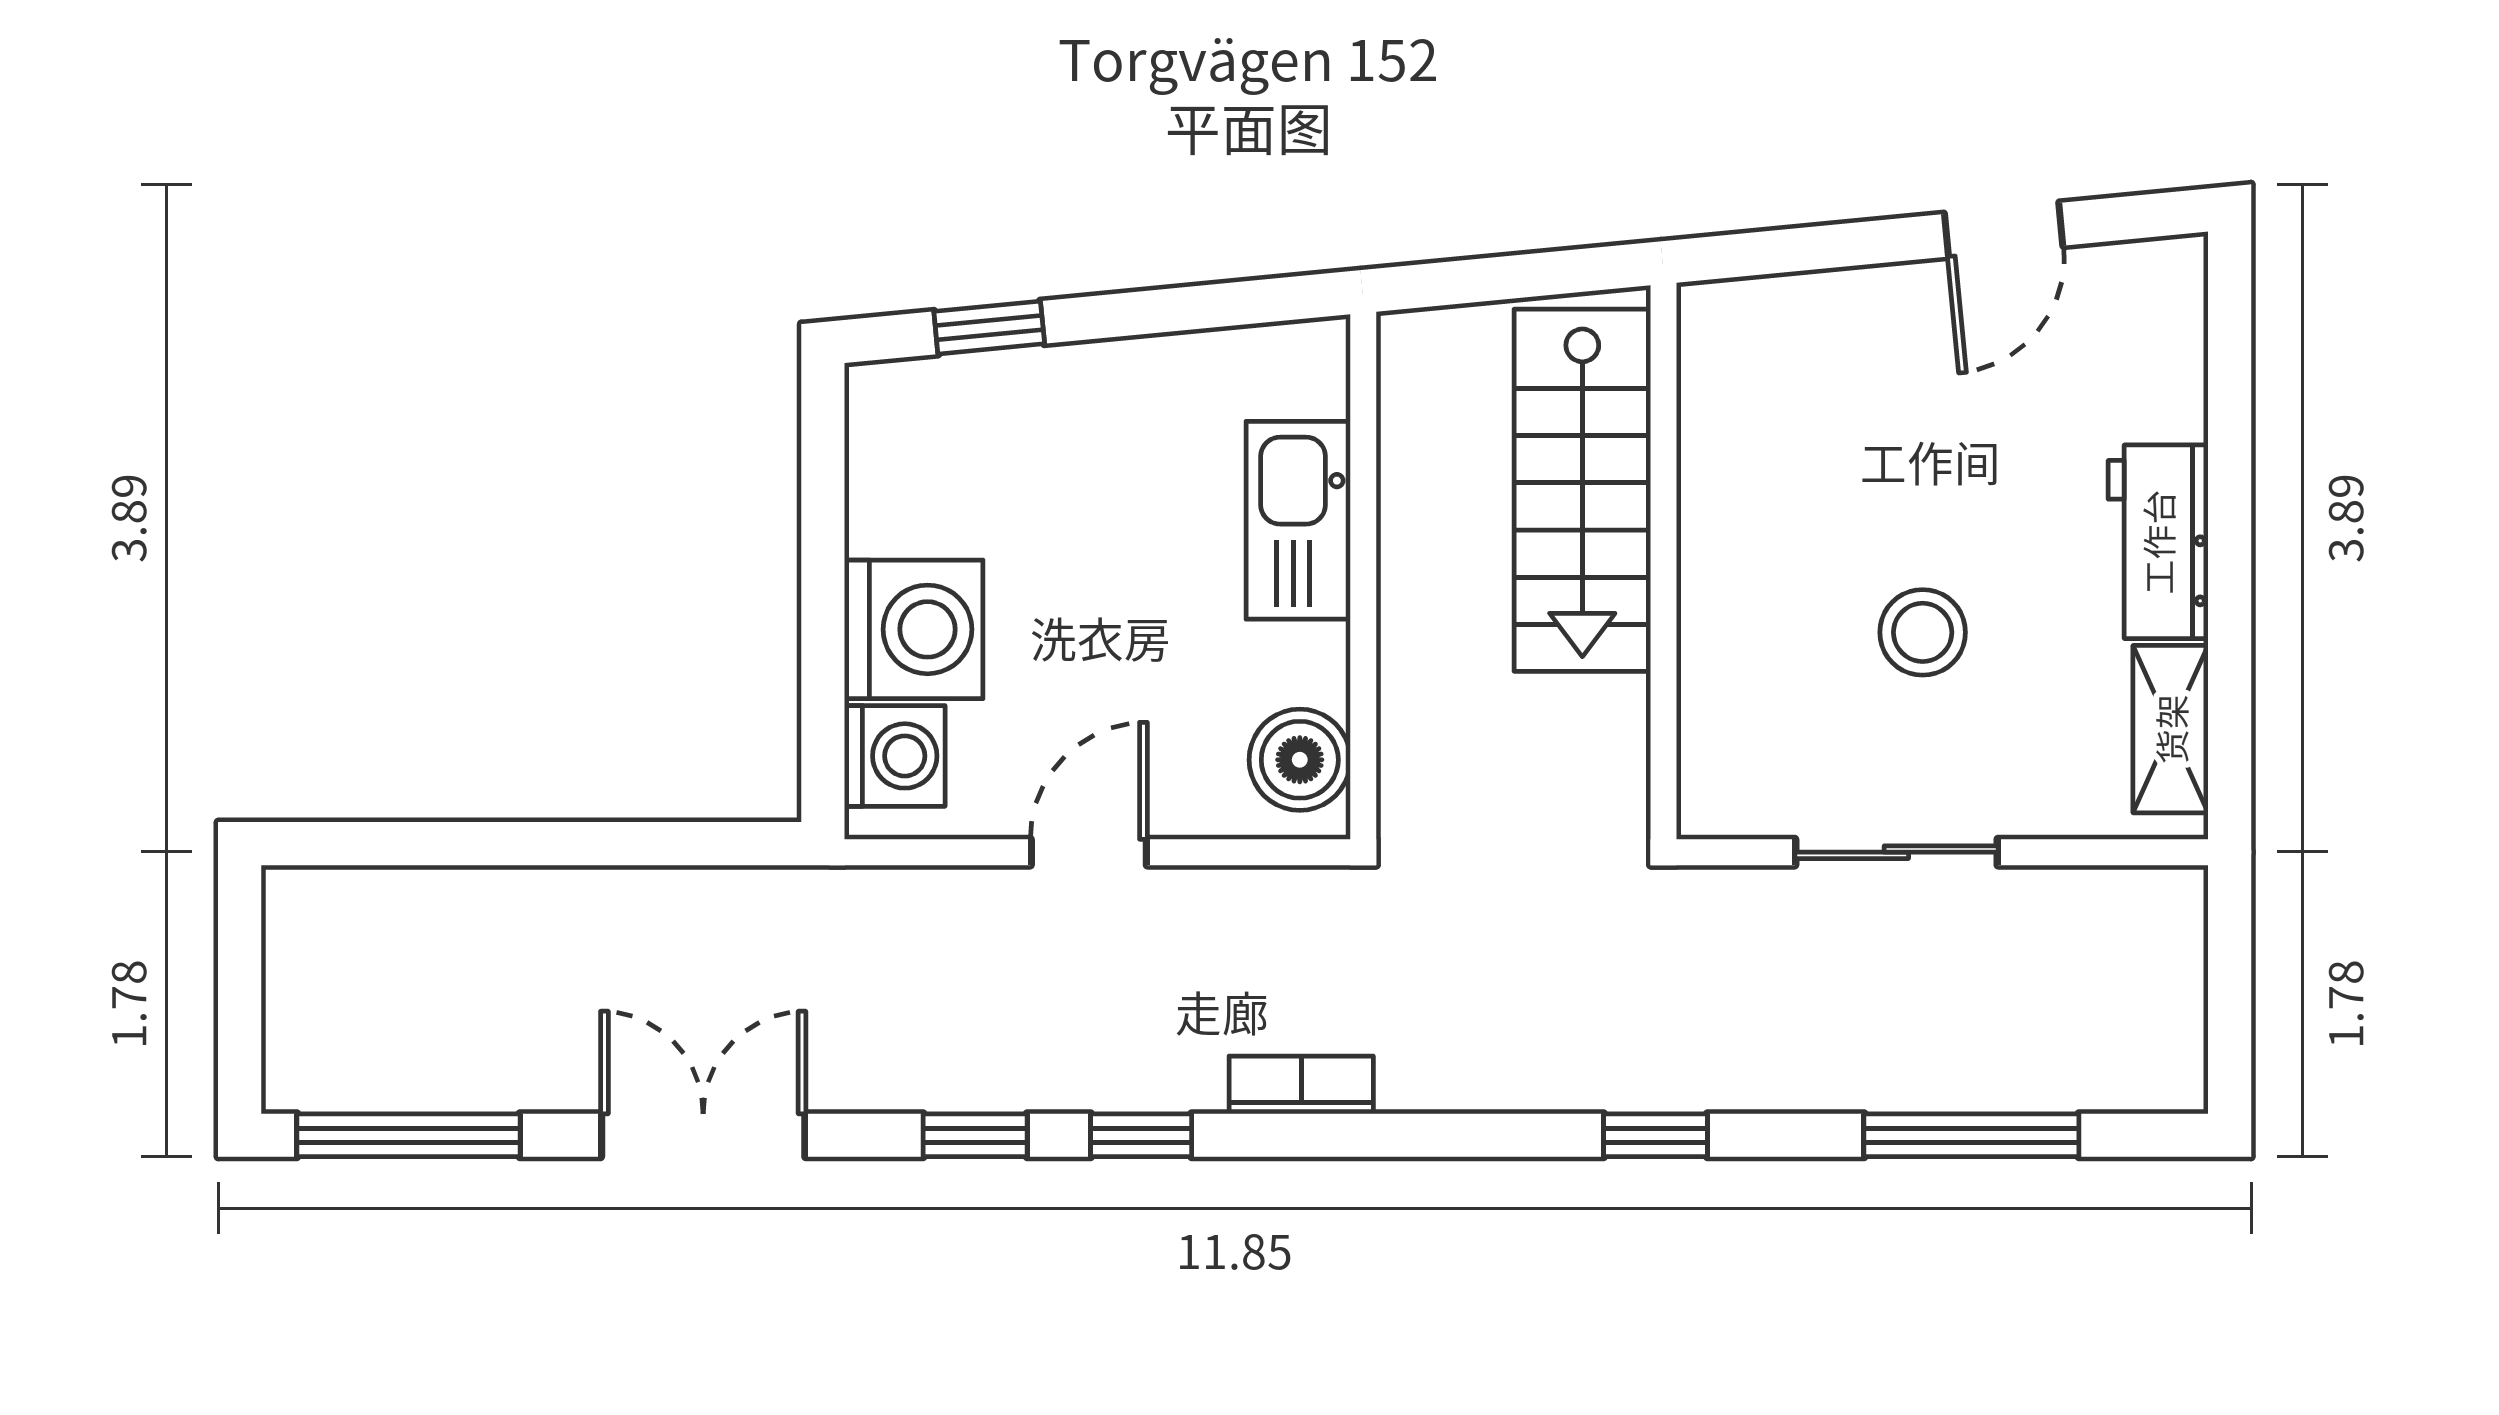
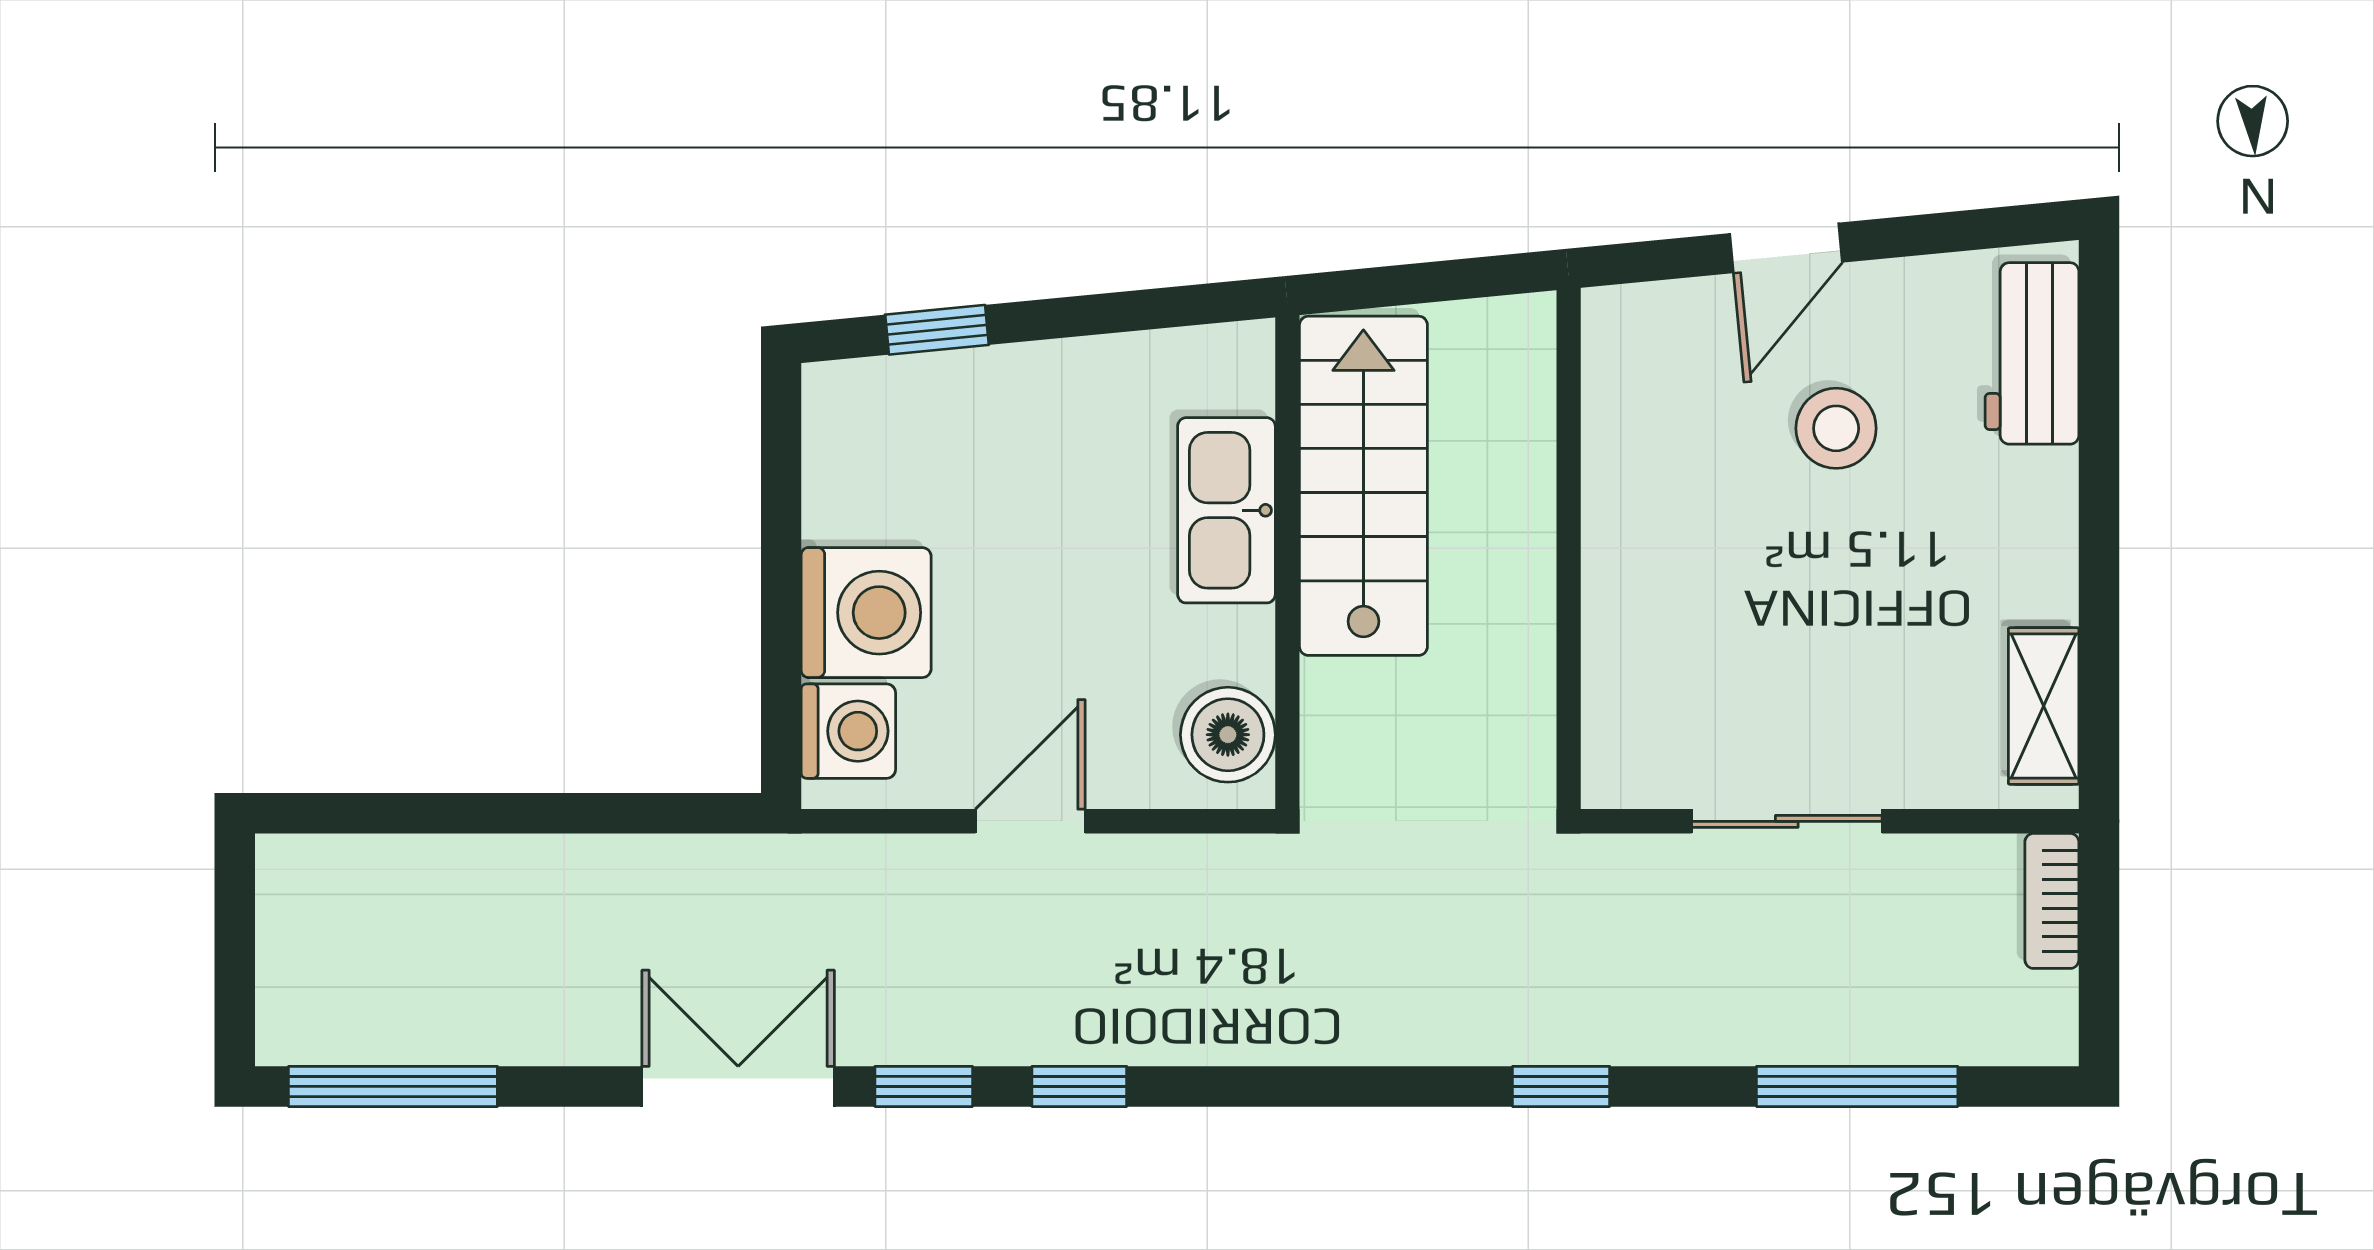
door: (2004, 230) -> (1786, 248), moved
stairs: (1582, 490) -> (1363, 486), moved, turned 180
workbench: (2158, 542) -> (2032, 353), moved
stool: (1923, 632) -> (1836, 428), moved
bookcase: (1301, 1085) -> (2052, 901), moved, turned -90
double door: (703, 1135) -> (738, 1086), moved

